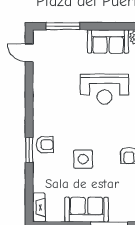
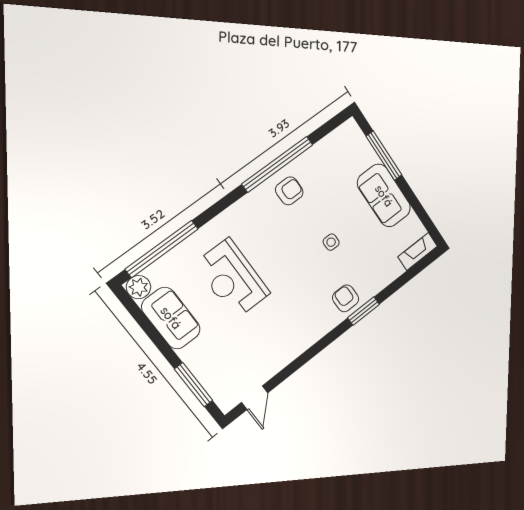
reception desk: (104, 89) -> (232, 279), turned 180
side table: (83, 159) -> (331, 242), width x0.54, depth x0.54

